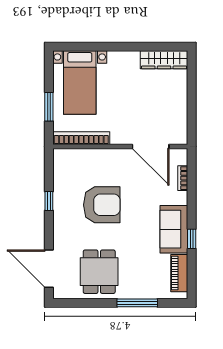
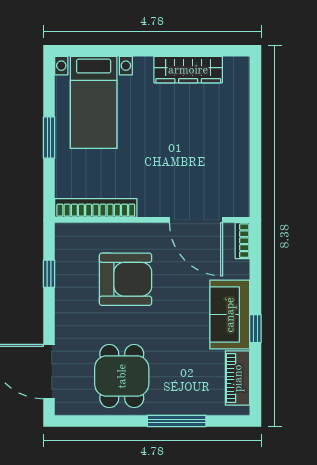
wardrobe: (164, 60) -> (188, 70), moved
bookcase: (81, 138) -> (96, 208), moved
wall: (120, 146) -> (152, 220), moved
door: (151, 146) -> (196, 220), moved

